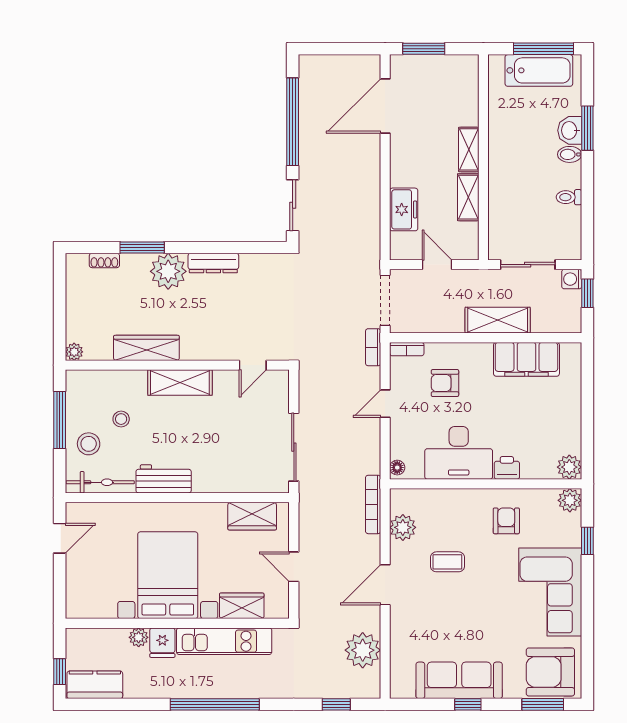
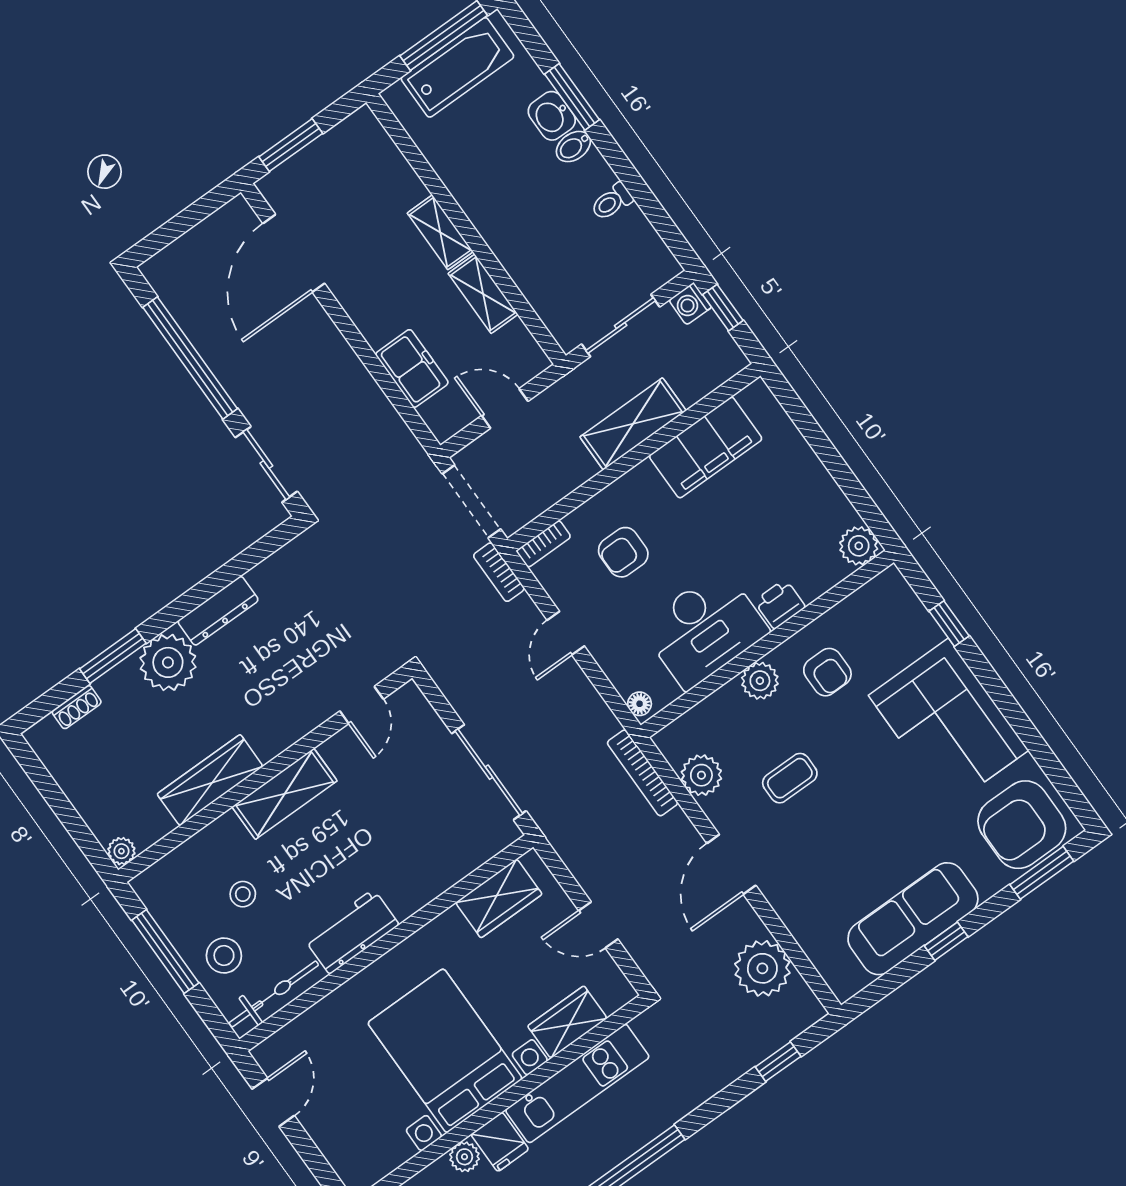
plant: (570, 500) -> (760, 681), moved
armchair: (506, 521) -> (827, 672), turned 180

